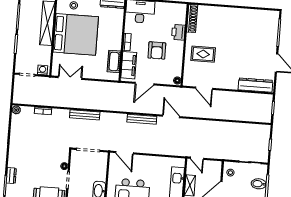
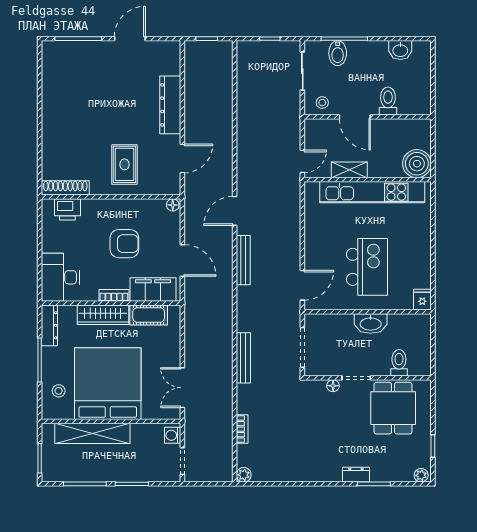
printer: (178, 32) -> (67, 209), moved
wardrobe: (116, 35) -> (103, 315), added
dresser: (255, 85) -> (170, 105), moved

